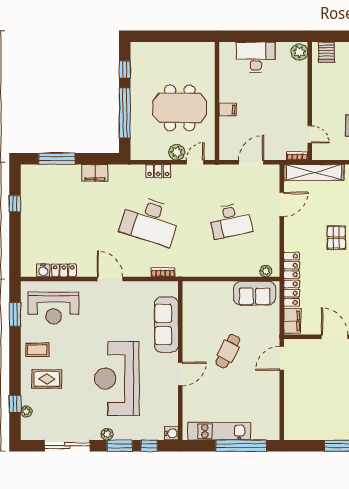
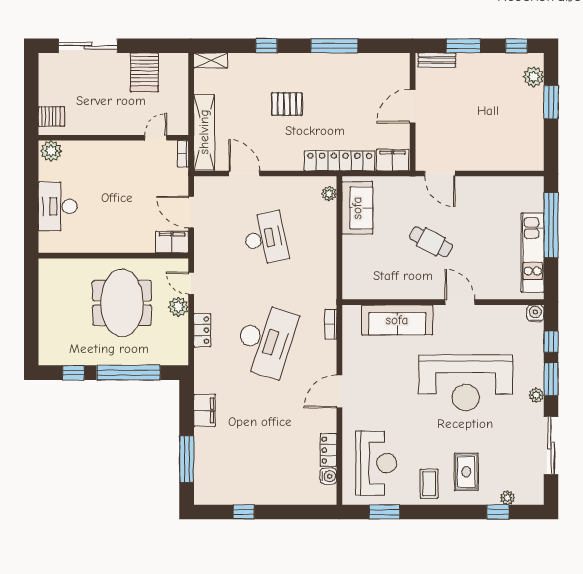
filing cabinet: (228, 110) -> (172, 242), moved, width x2.00

